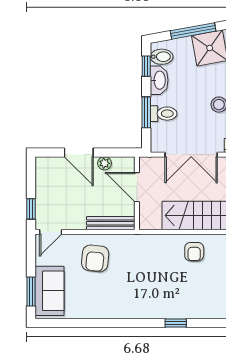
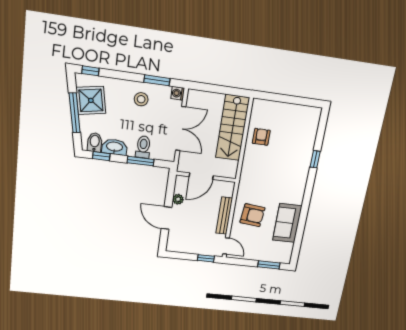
door: (79, 152) -> (167, 218), swing flipped
bench: (111, 223) -> (224, 216), moved
armchair: (194, 252) -> (261, 137), turned -90
sofa: (49, 291) -> (287, 223), moved, turned -90

